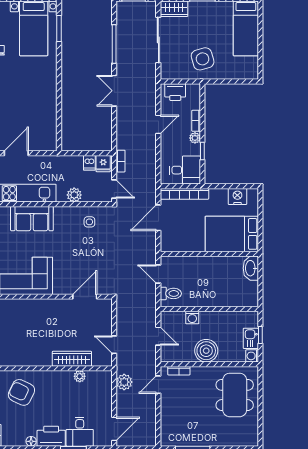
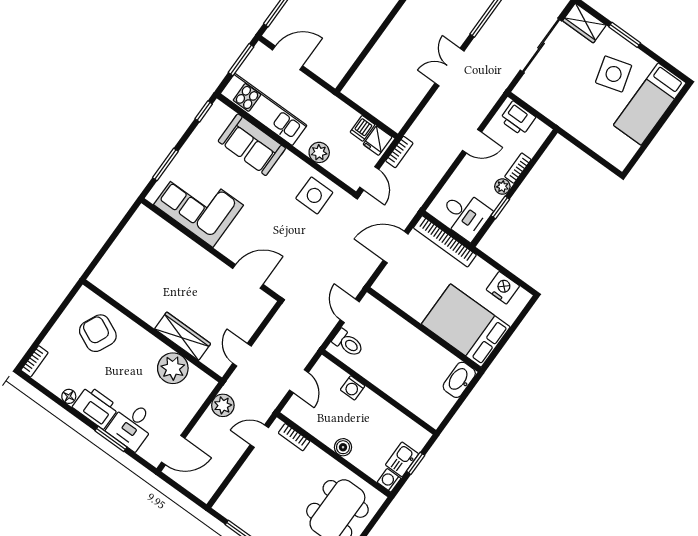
side table: (203, 59) -> (614, 74), moved
side table: (89, 222) -> (314, 195), width x1.87, depth x1.87
boiler: (206, 351) -> (343, 447), width x0.54, depth x0.54
plant: (80, 376) -> (173, 368), width x1.88, depth x1.88

